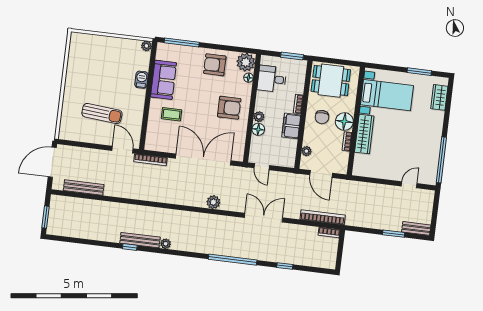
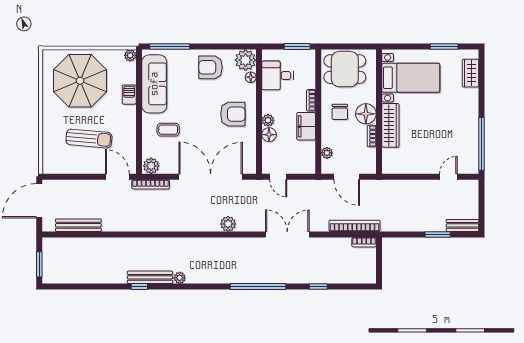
parasol: (100, 63) -> (80, 81), added
sofa: (163, 80) -> (154, 84), width x1.36
plant: (153, 144) -> (151, 166), added

